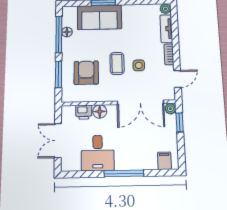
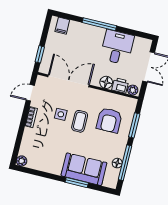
tv unit: (166, 29) -> (26, 142), removed
plant: (170, 109) -> (133, 90), moved

